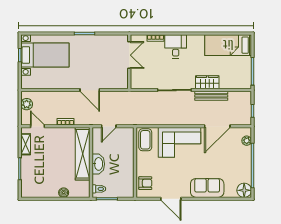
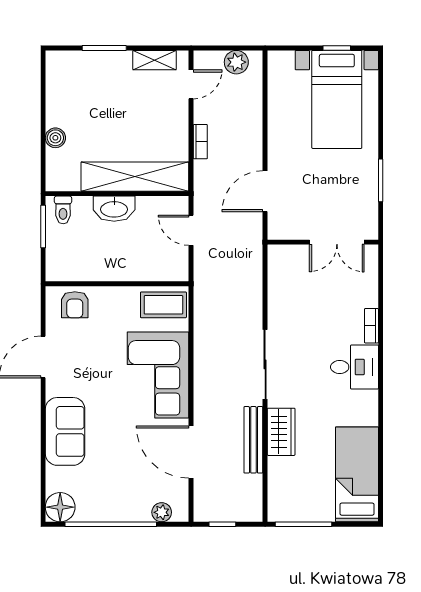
double door: (129, 55) -> (337, 242), moved
wall: (129, 62) -> (323, 242), moved

